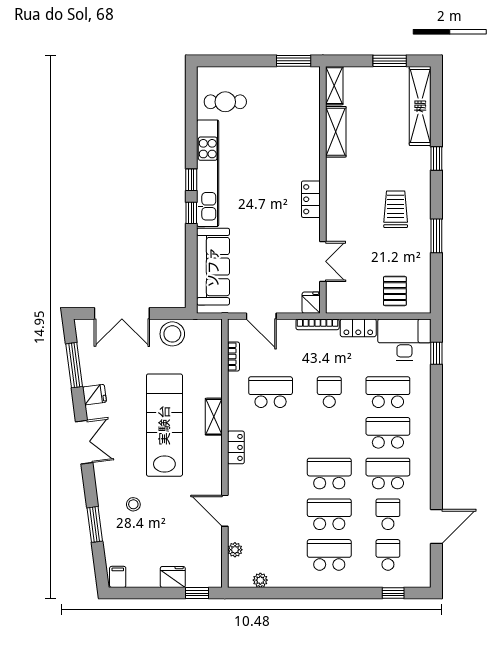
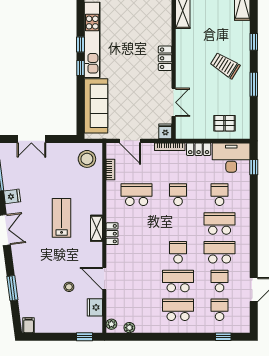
window: (436, 158) -> (254, 42), moved
trolley: (396, 209) -> (225, 65), turned -58
pallet: (395, 291) -> (224, 123), turned 90
double door: (122, 313) -> (31, 139), width x0.73
stool: (172, 334) -> (87, 159), moved
school desk: (388, 392) -> (220, 195), width x0.54
shelving: (214, 417) -> (96, 228), moved
lab bench: (164, 425) -> (62, 218), width x0.54, depth x0.72
school desk: (329, 474) -> (178, 252), width x0.54
stool: (133, 504) -> (69, 287), moved
plant: (235, 550) -> (111, 324), moved
fridge: (173, 577) -> (95, 307), moved, turned -90

